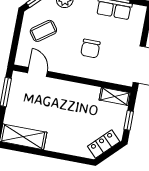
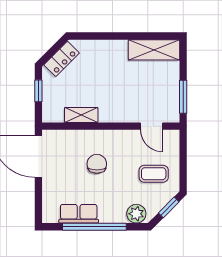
coffee table: (43, 31) -> (154, 174), turned 36
shelving: (115, 96) -> (81, 115), moved

